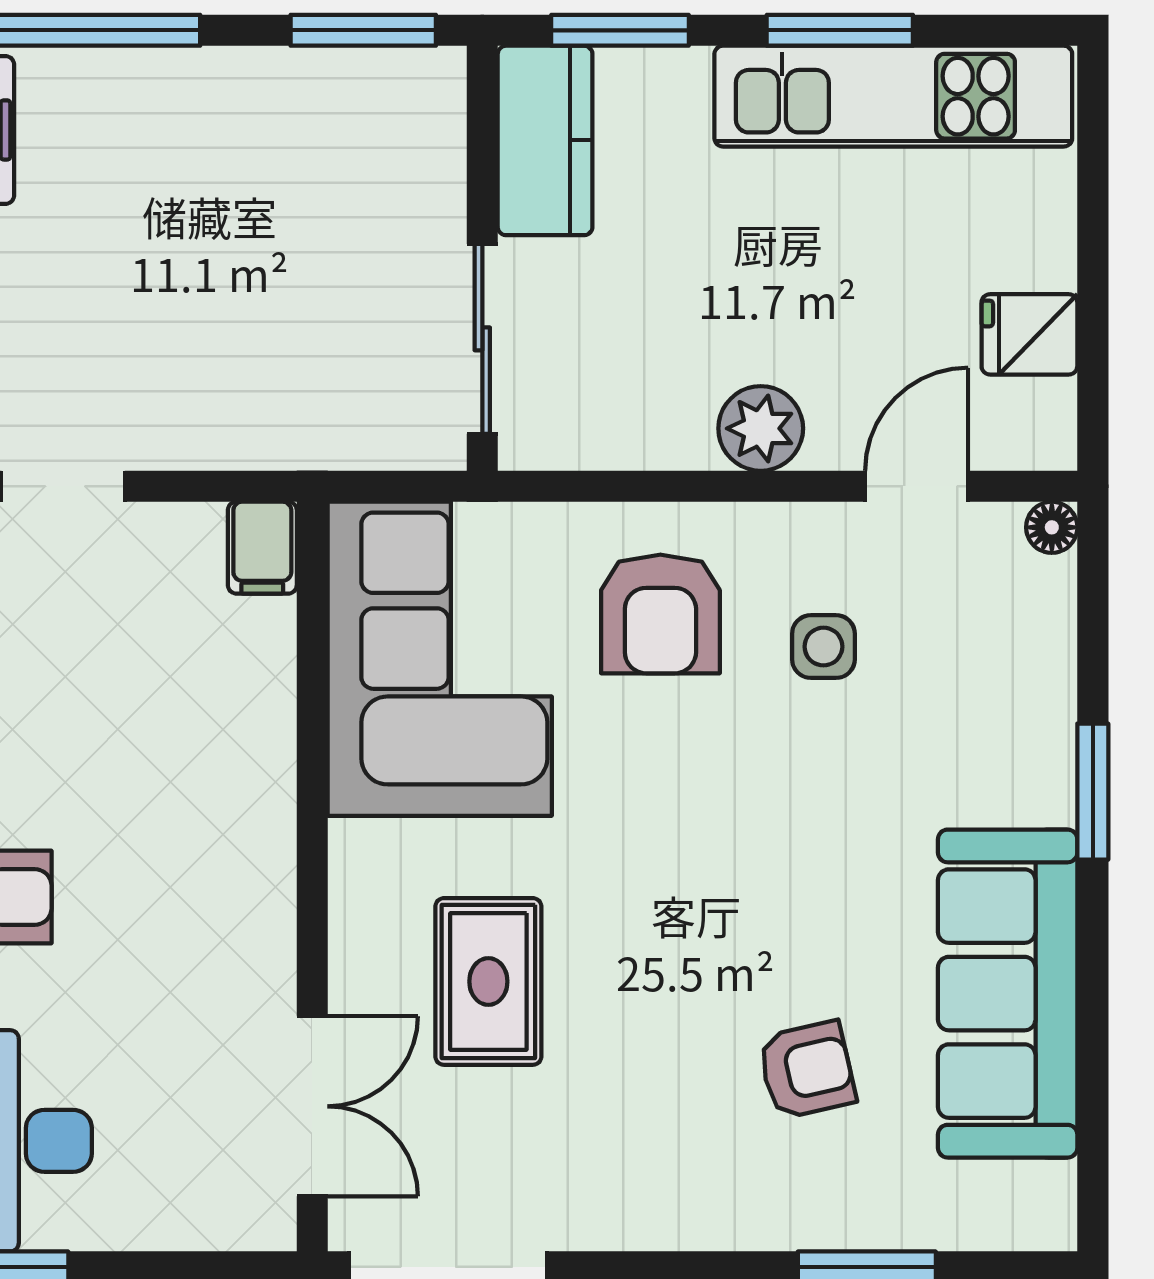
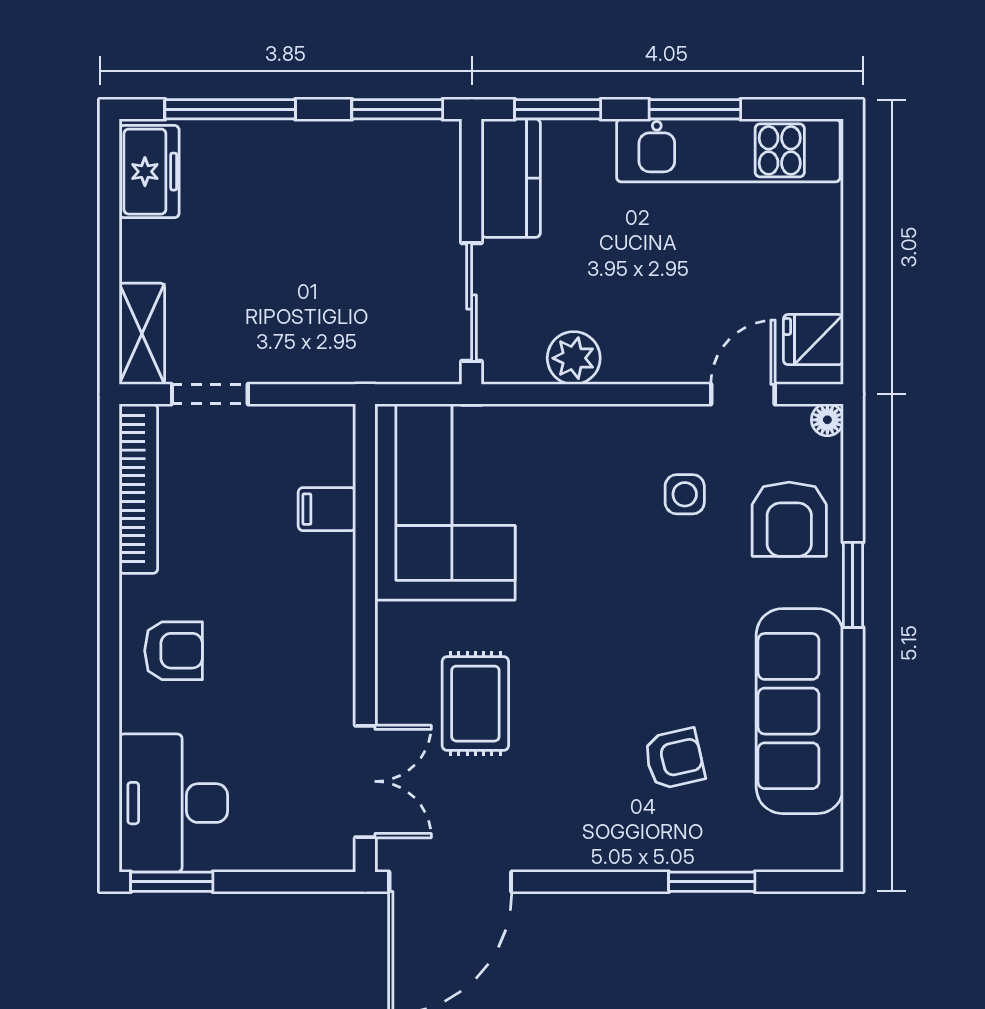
fridge: (1029, 334) -> (813, 340), moved
plant: (761, 428) -> (574, 358), moved
filing cabinet: (262, 548) -> (327, 509), moved, turned 90
armchair: (660, 614) -> (789, 519), moved

